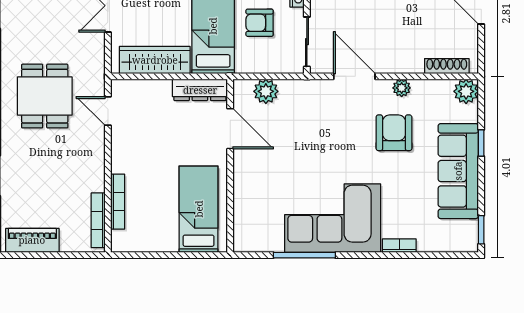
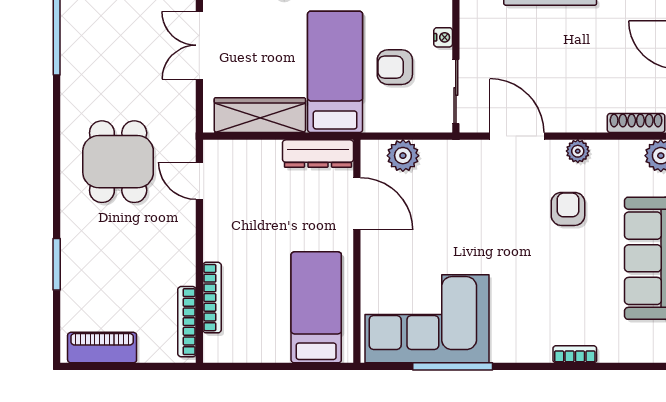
armchair: (394, 133) -> (568, 209), width x0.72, depth x0.72
corner sofa: (333, 218) -> (427, 319), moved

